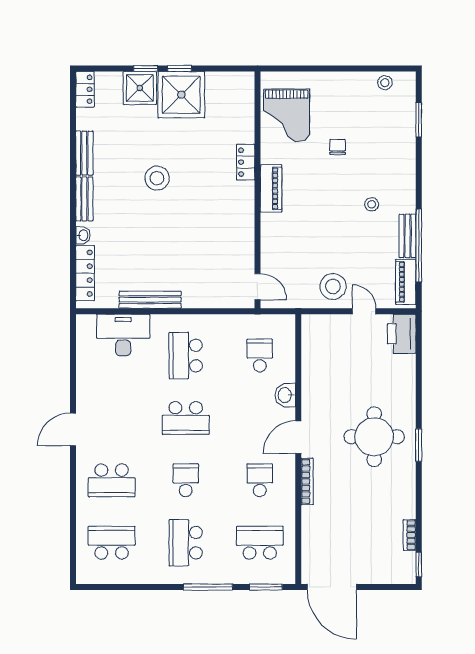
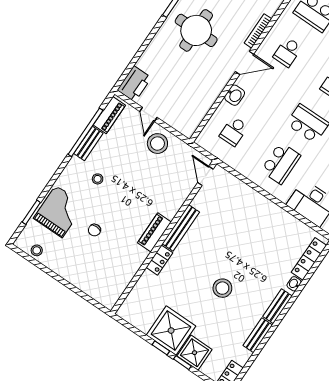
grand piano: (287, 115) -> (59, 212), moved
bench: (150, 300) -> (181, 228), moved, turned 90

